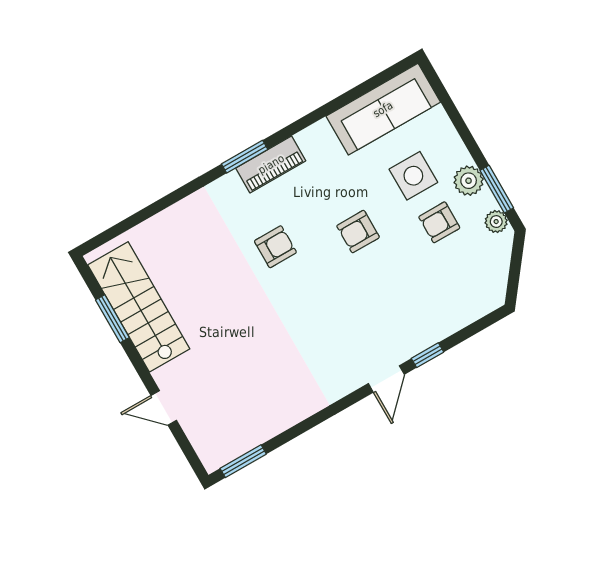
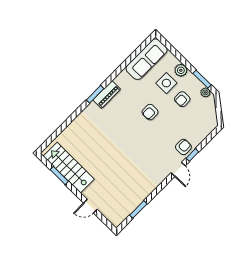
plant: (469, 181) -> (181, 70), moved
armchair: (275, 247) -> (183, 147), moved
window: (243, 461) -> (138, 209), moved

